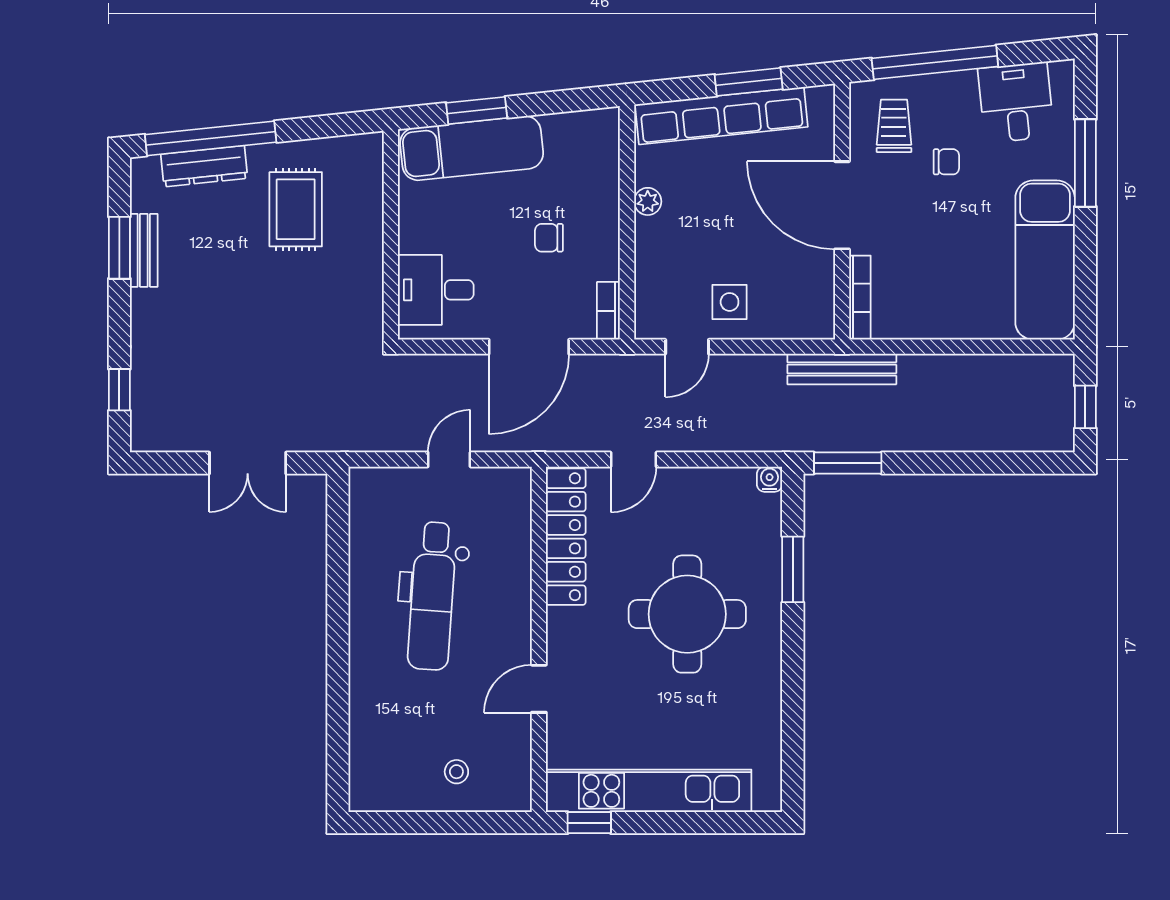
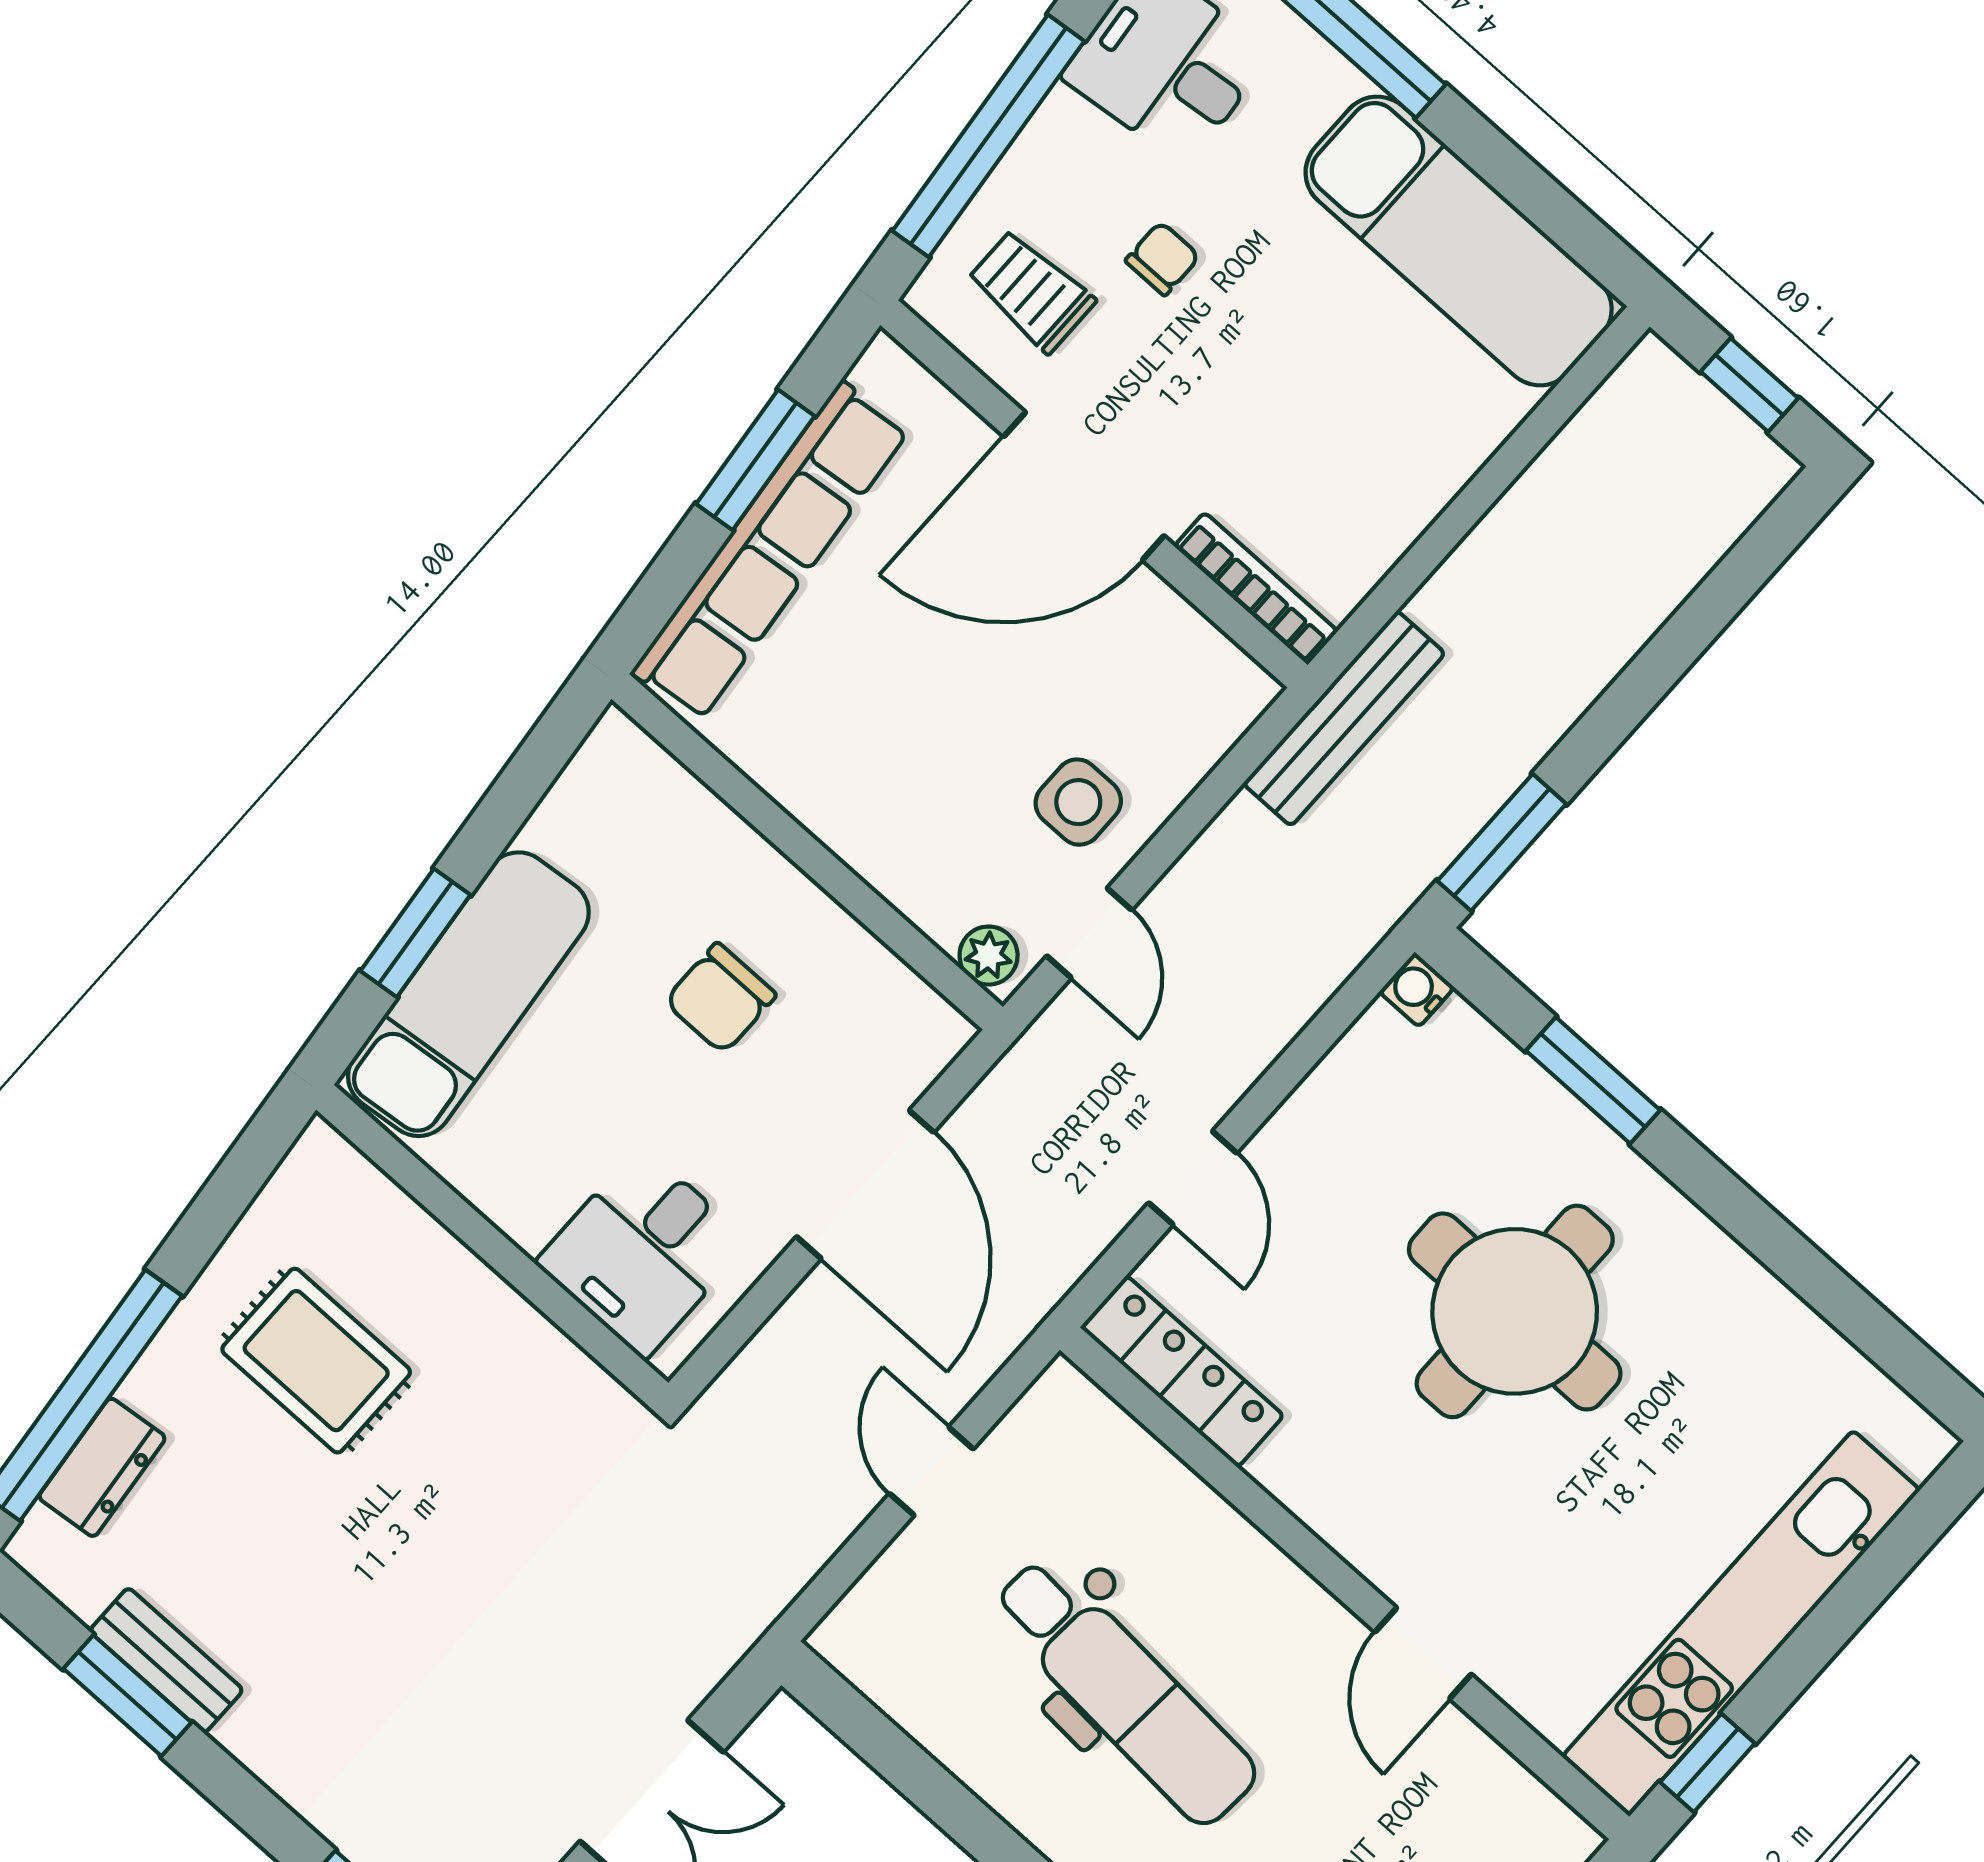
dresser: (204, 166) -> (102, 1467), width x0.70
plant: (648, 201) -> (989, 956), moved
chair: (549, 238) -> (720, 998), width x1.37, depth x1.37
bookcase: (608, 311) -> (921, 1007), removed
locker: (566, 537) -> (1182, 1371), width x0.71, depth x0.83

